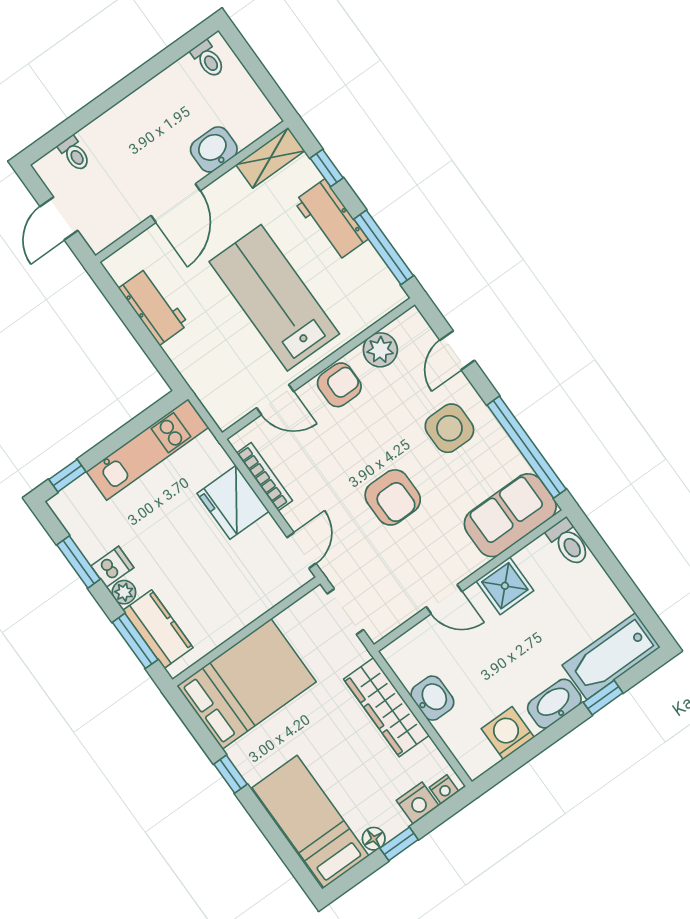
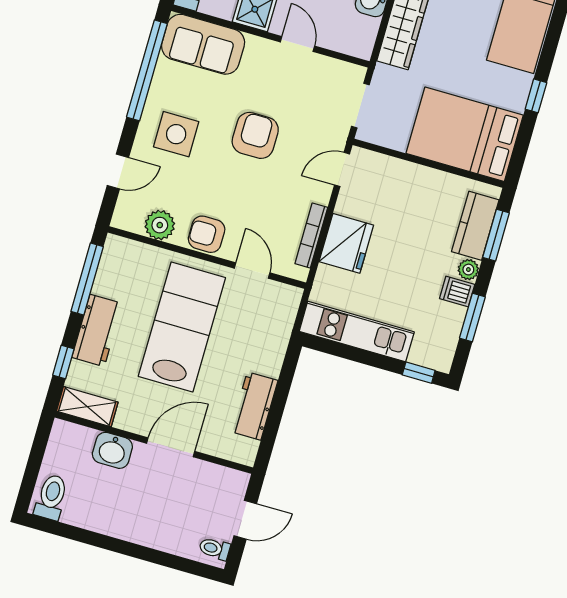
toilet: (208, 59) -> (51, 497), width x1.37, depth x1.39
toilet: (74, 154) -> (215, 549), moved, turned -90
lab bench: (274, 298) -> (182, 327), turned 180

